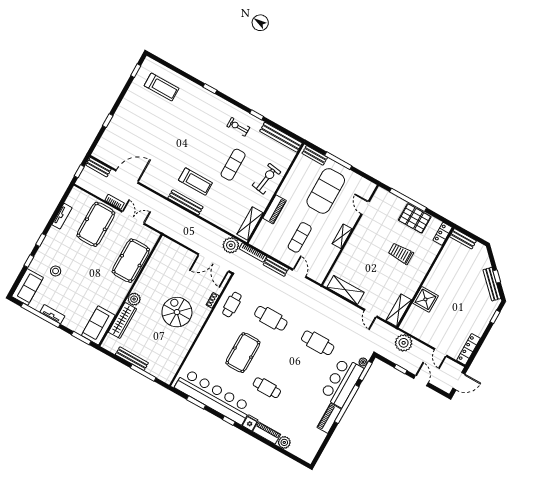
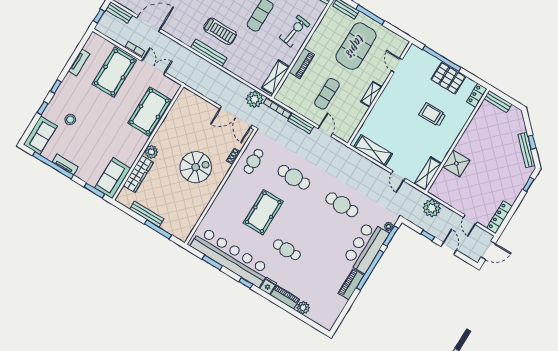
spiral stairs: (177, 312) -> (196, 167), turned 90

